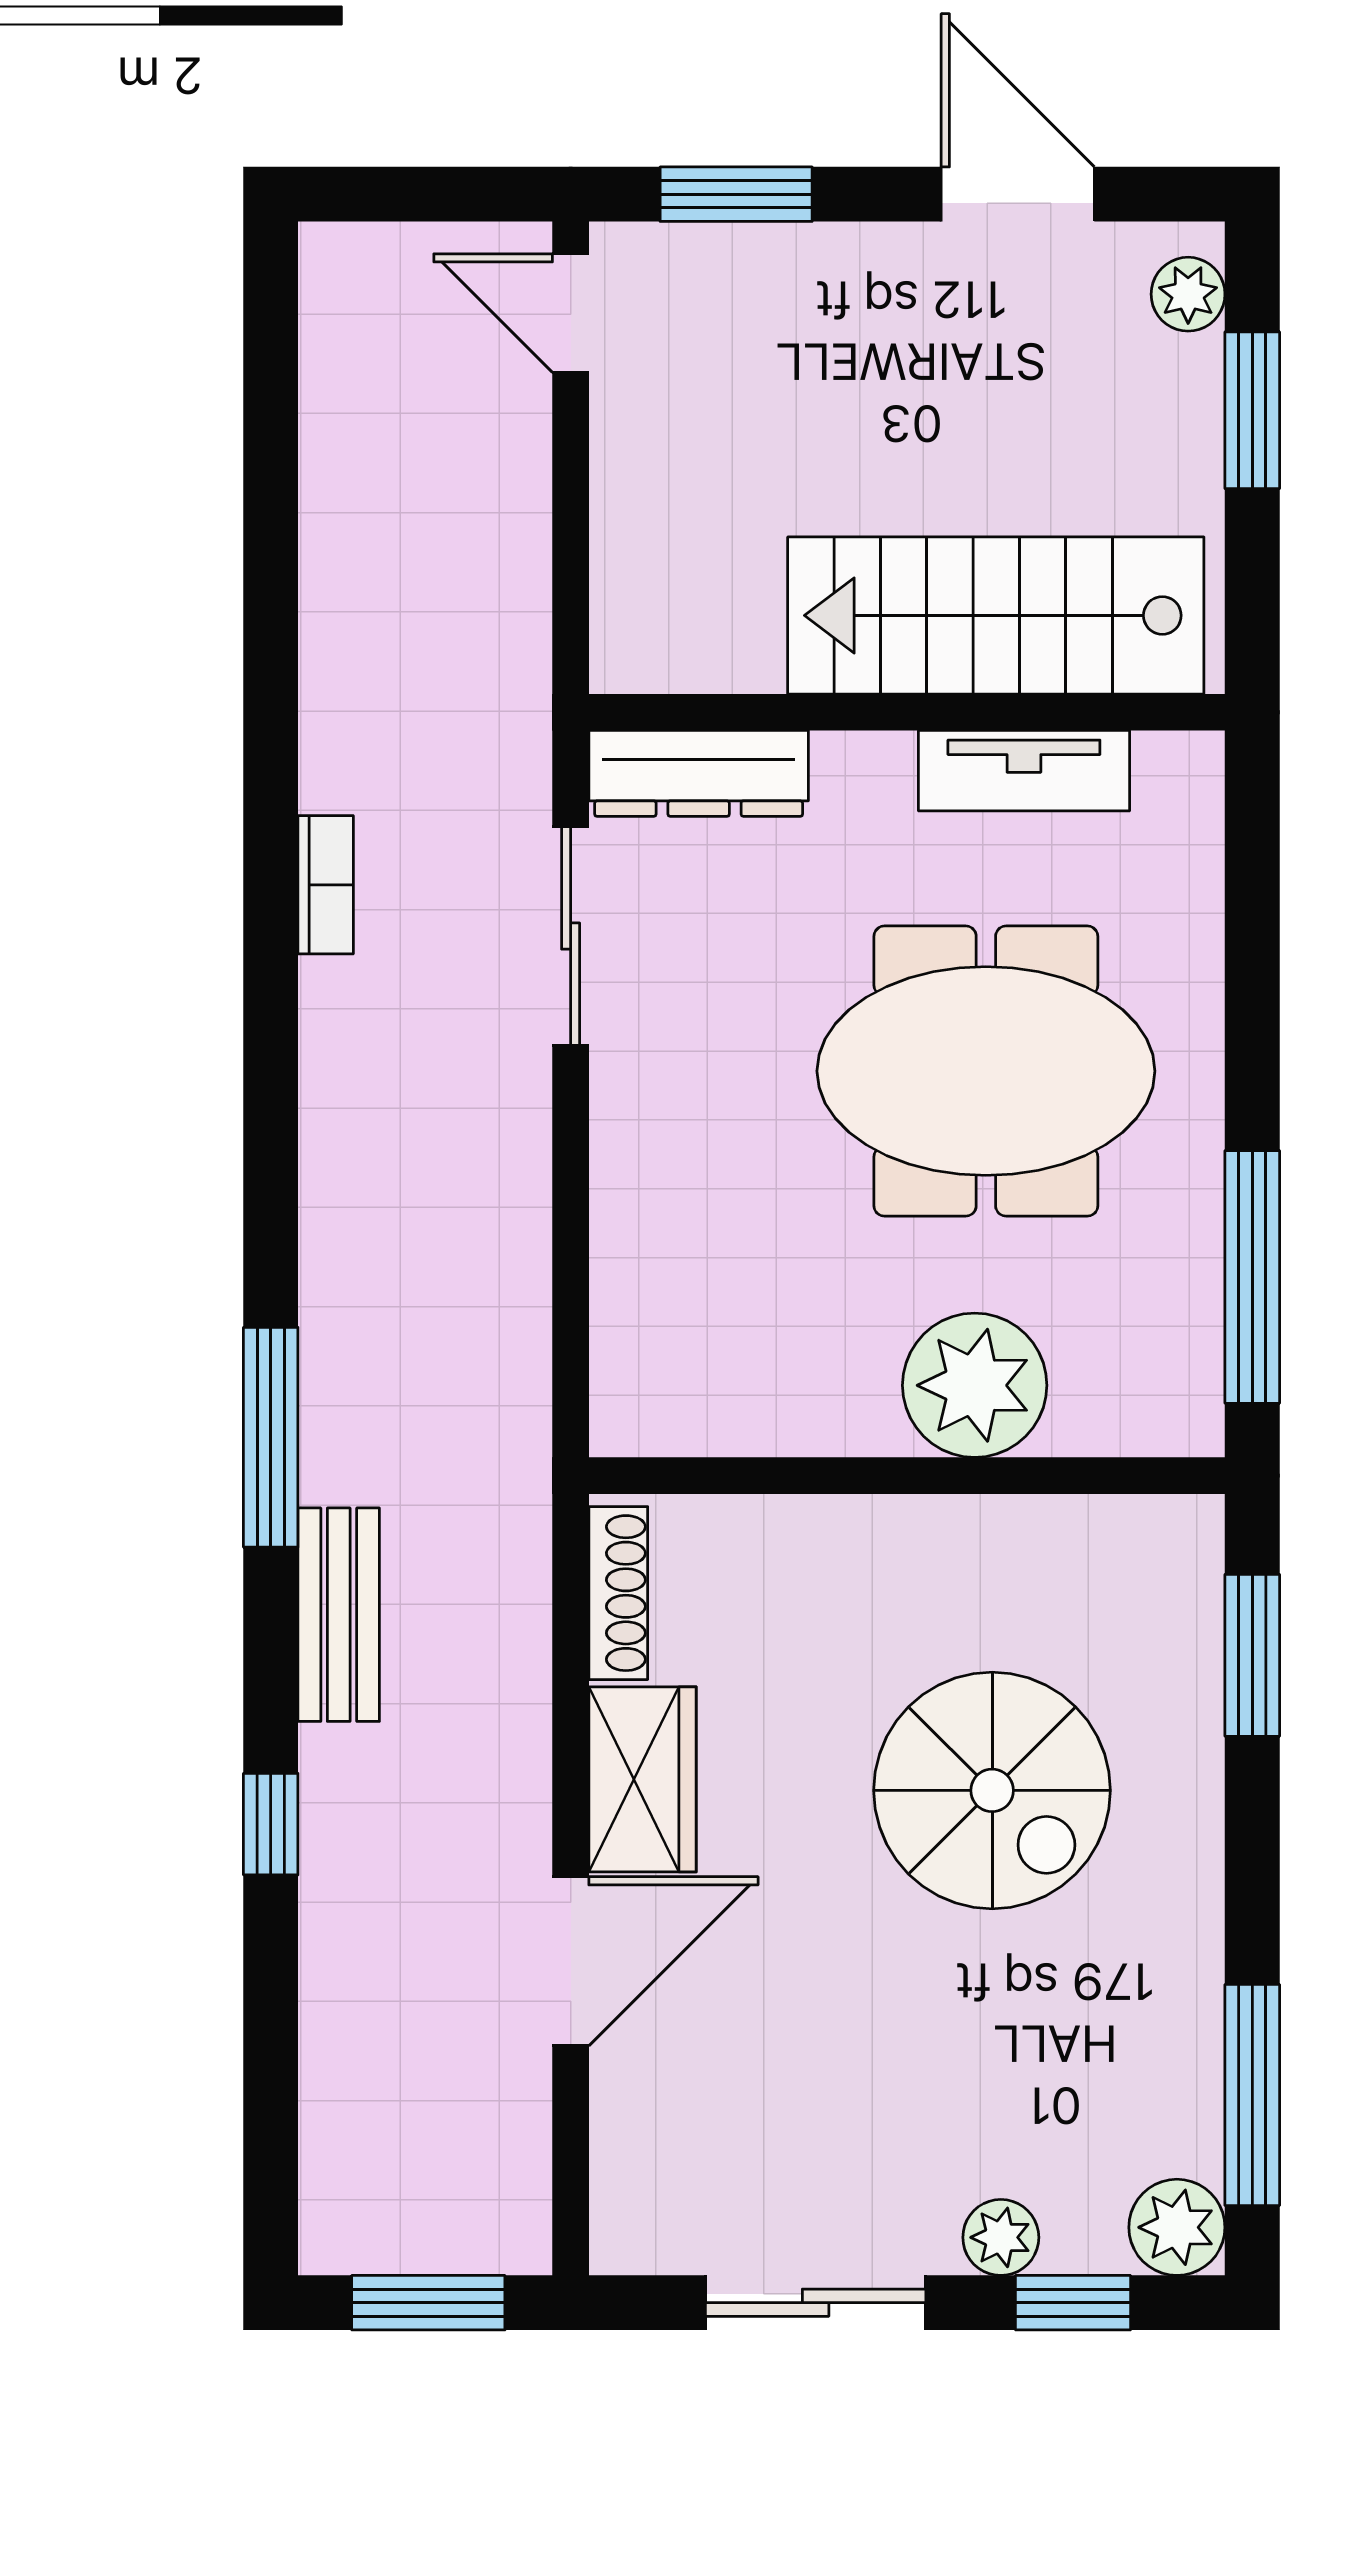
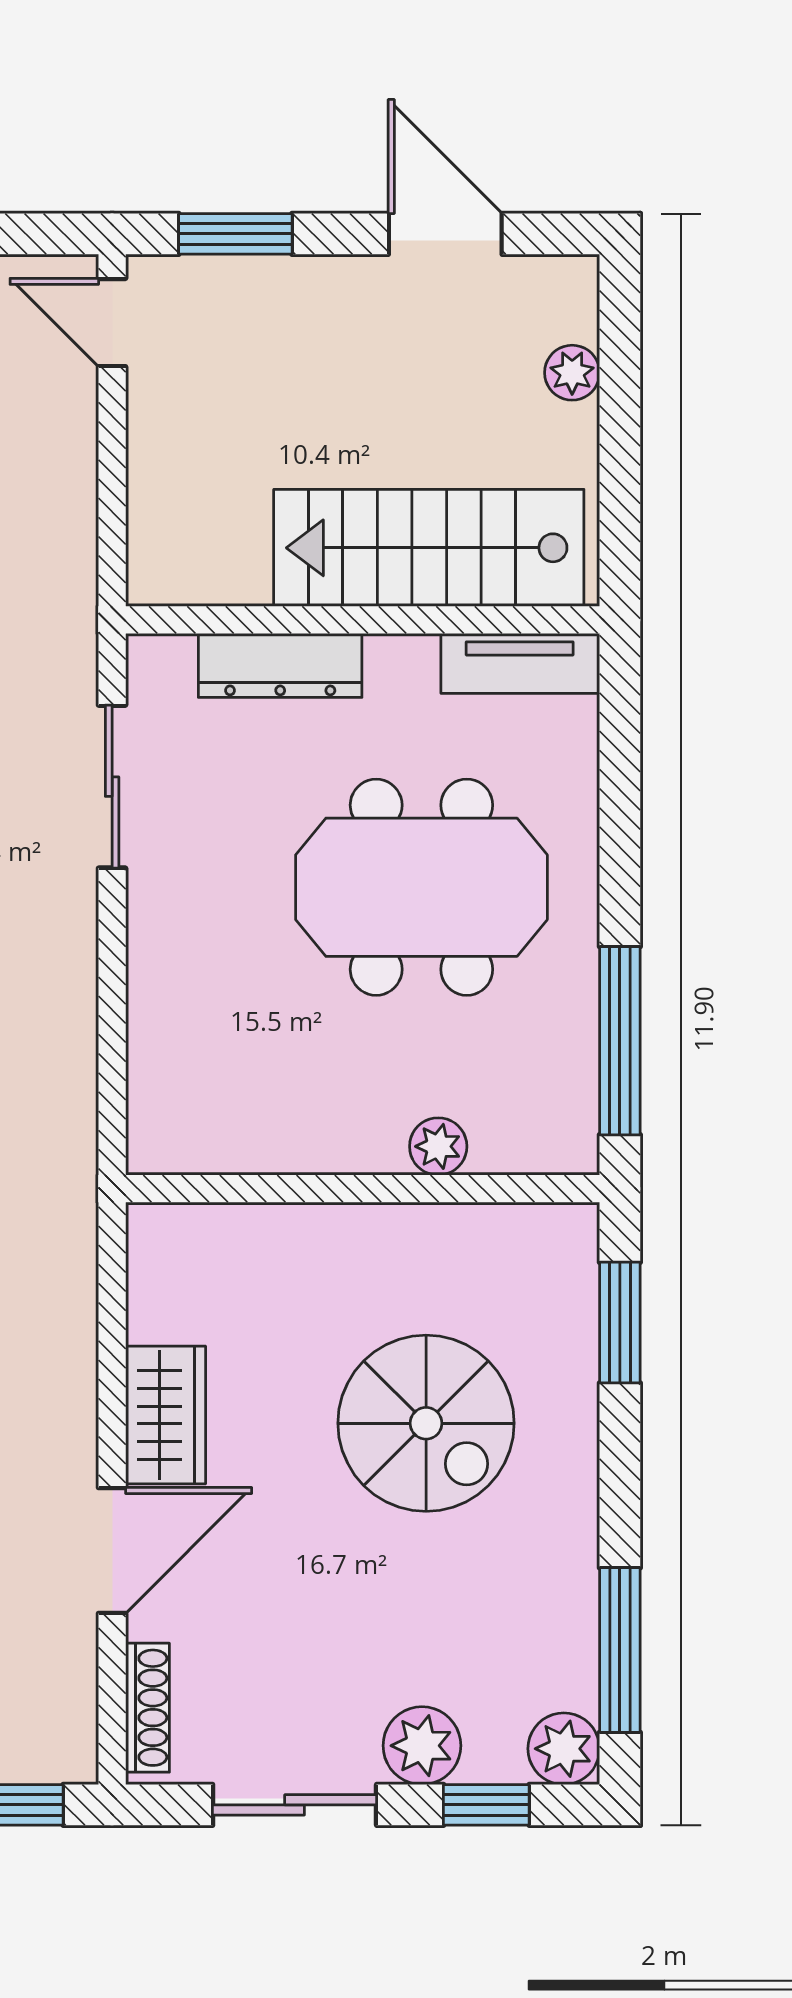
plant: (1188, 294) -> (572, 373), moved
window: (1252, 410) -> (620, 395), removed
tv unit: (1024, 771) -> (520, 663), moved
dresser: (699, 773) -> (280, 665), moved
plant: (975, 1385) -> (438, 1146), width x0.53, depth x0.53
shoe rack: (618, 1593) -> (148, 1708), moved
plant: (1001, 2237) -> (422, 1746), width x1.38, depth x1.38

